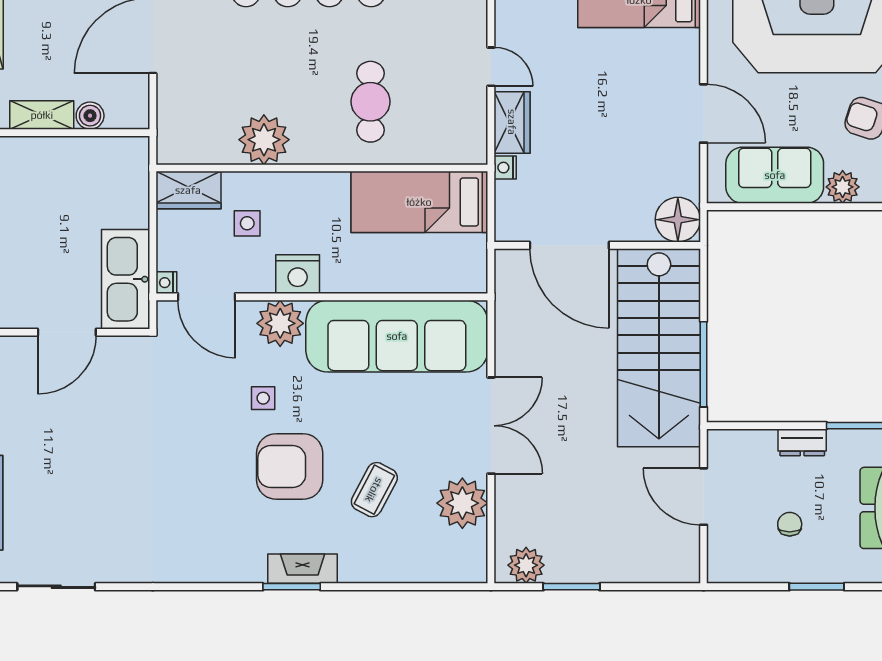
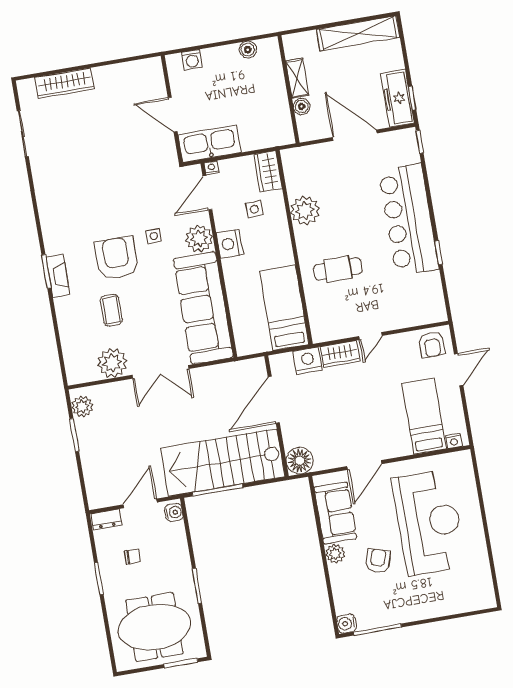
nightstand: (505, 168) -> (308, 361), width x1.89, depth x1.79
dresser: (802, 442) -> (106, 519), moved, turned -90
water cooler: (728, 443) -> (174, 512), added
coffee table: (374, 490) -> (111, 310), turned 62

